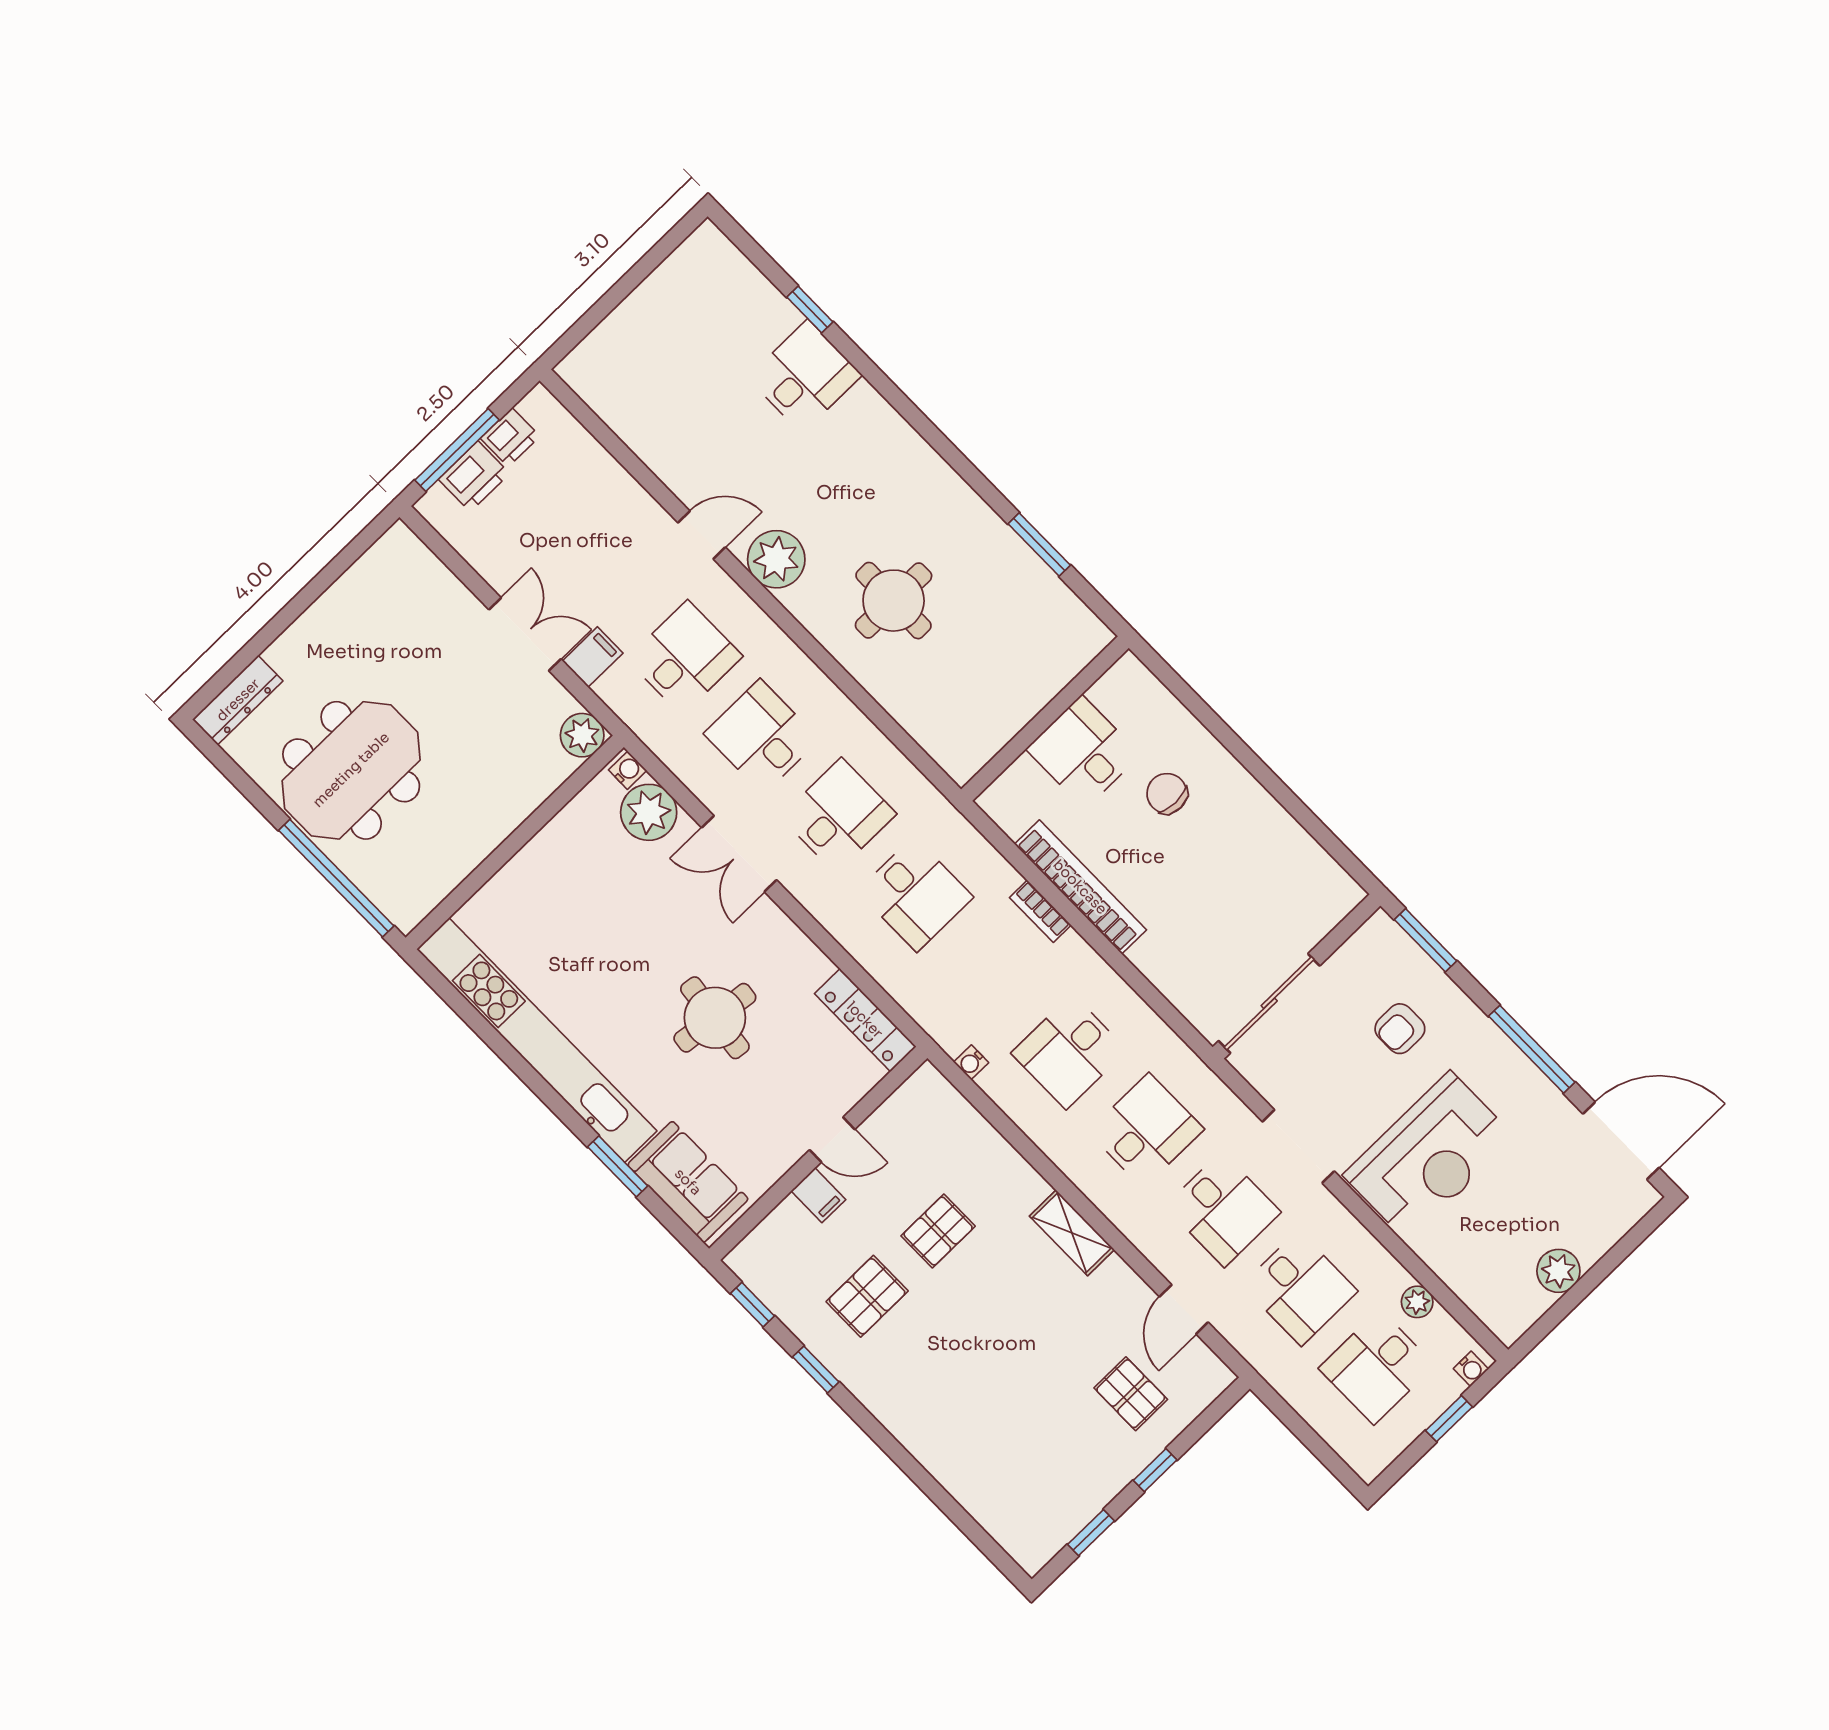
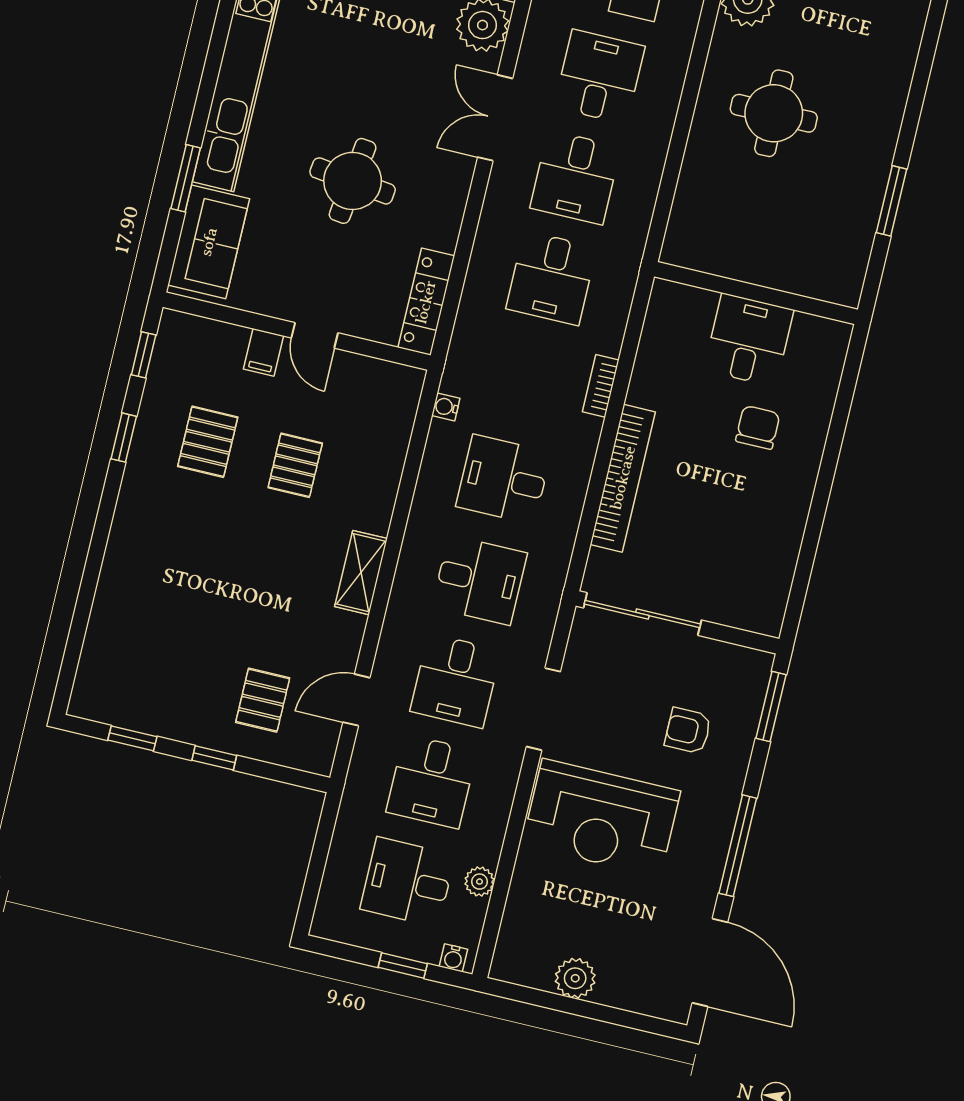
desk: (838, 815) -> (575, 177), turned 90
bookcase: (1080, 887) -> (623, 478), moved
pallet: (938, 1231) -> (295, 465), turned 90
pallet: (867, 1296) -> (208, 442), turned 90

